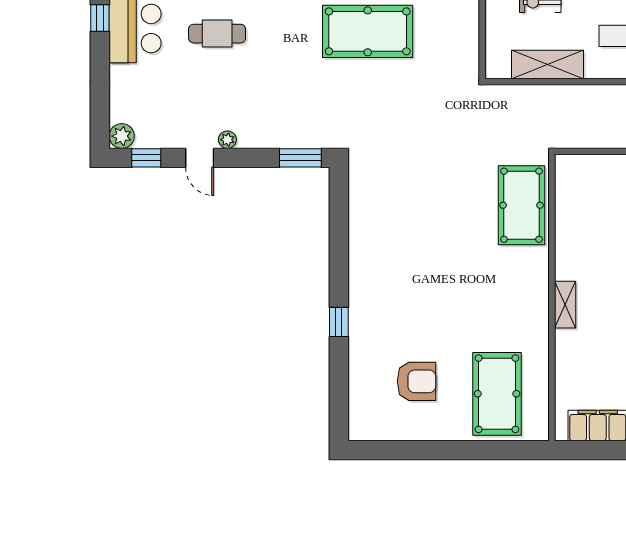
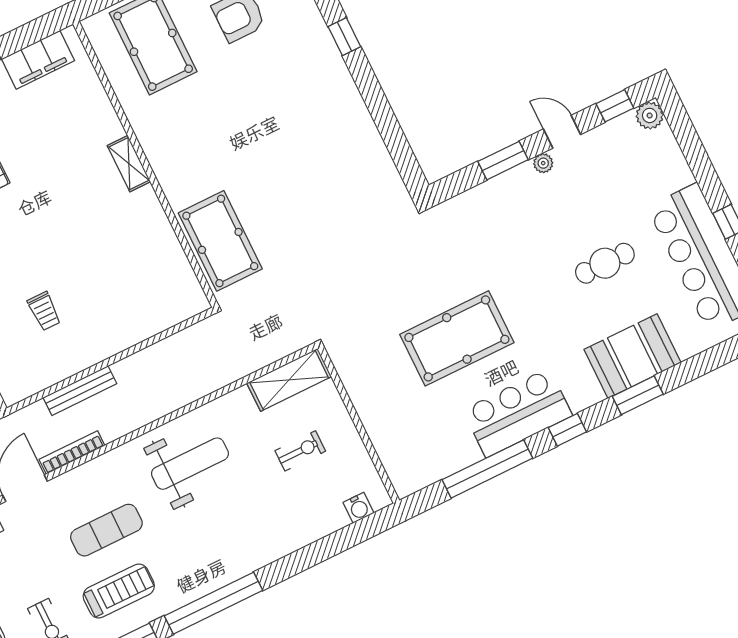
shelving: (547, 65) -> (289, 380), moved
window: (300, 158) -> (503, 161), moved

